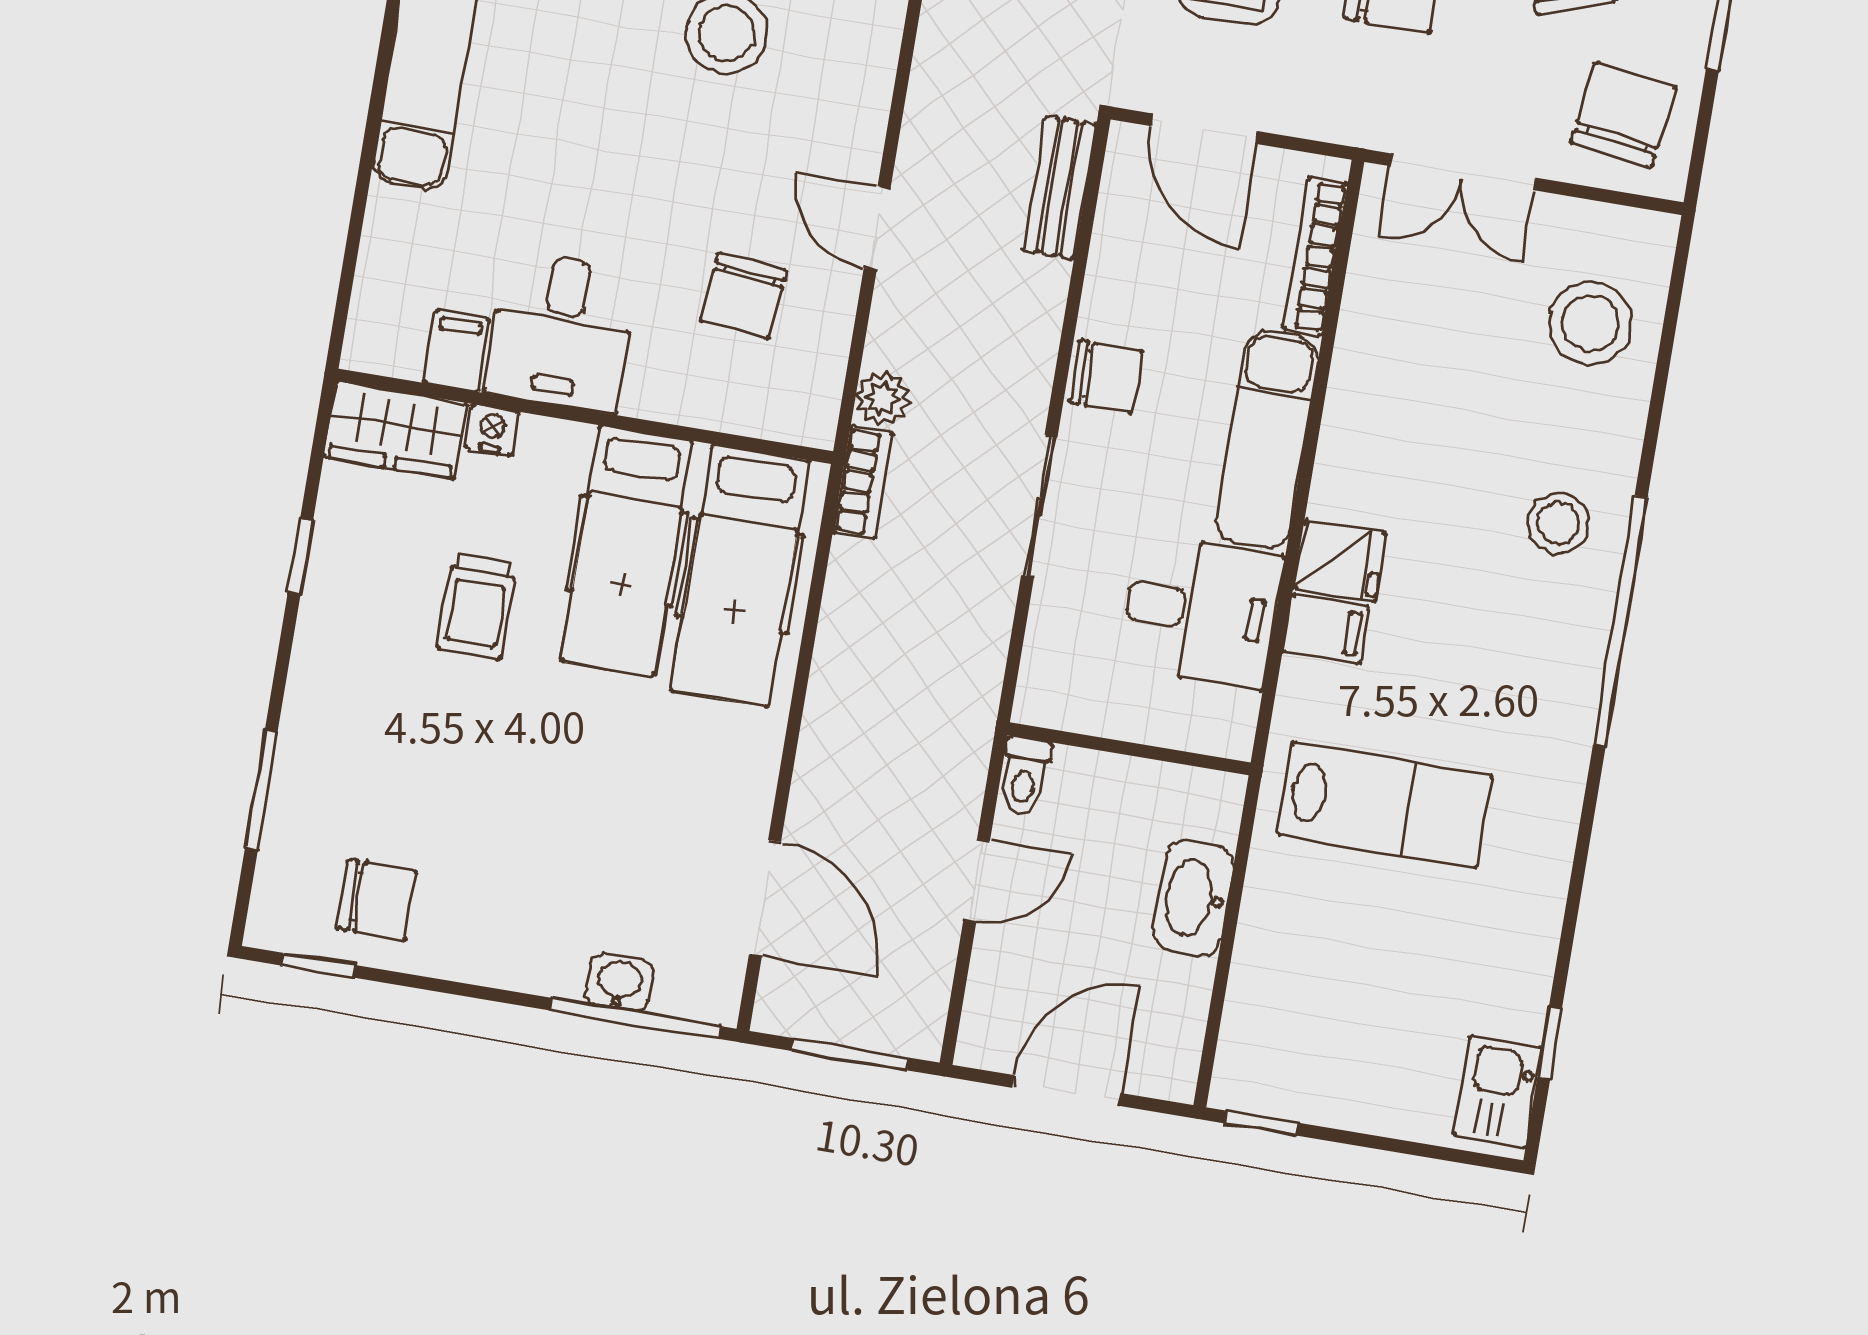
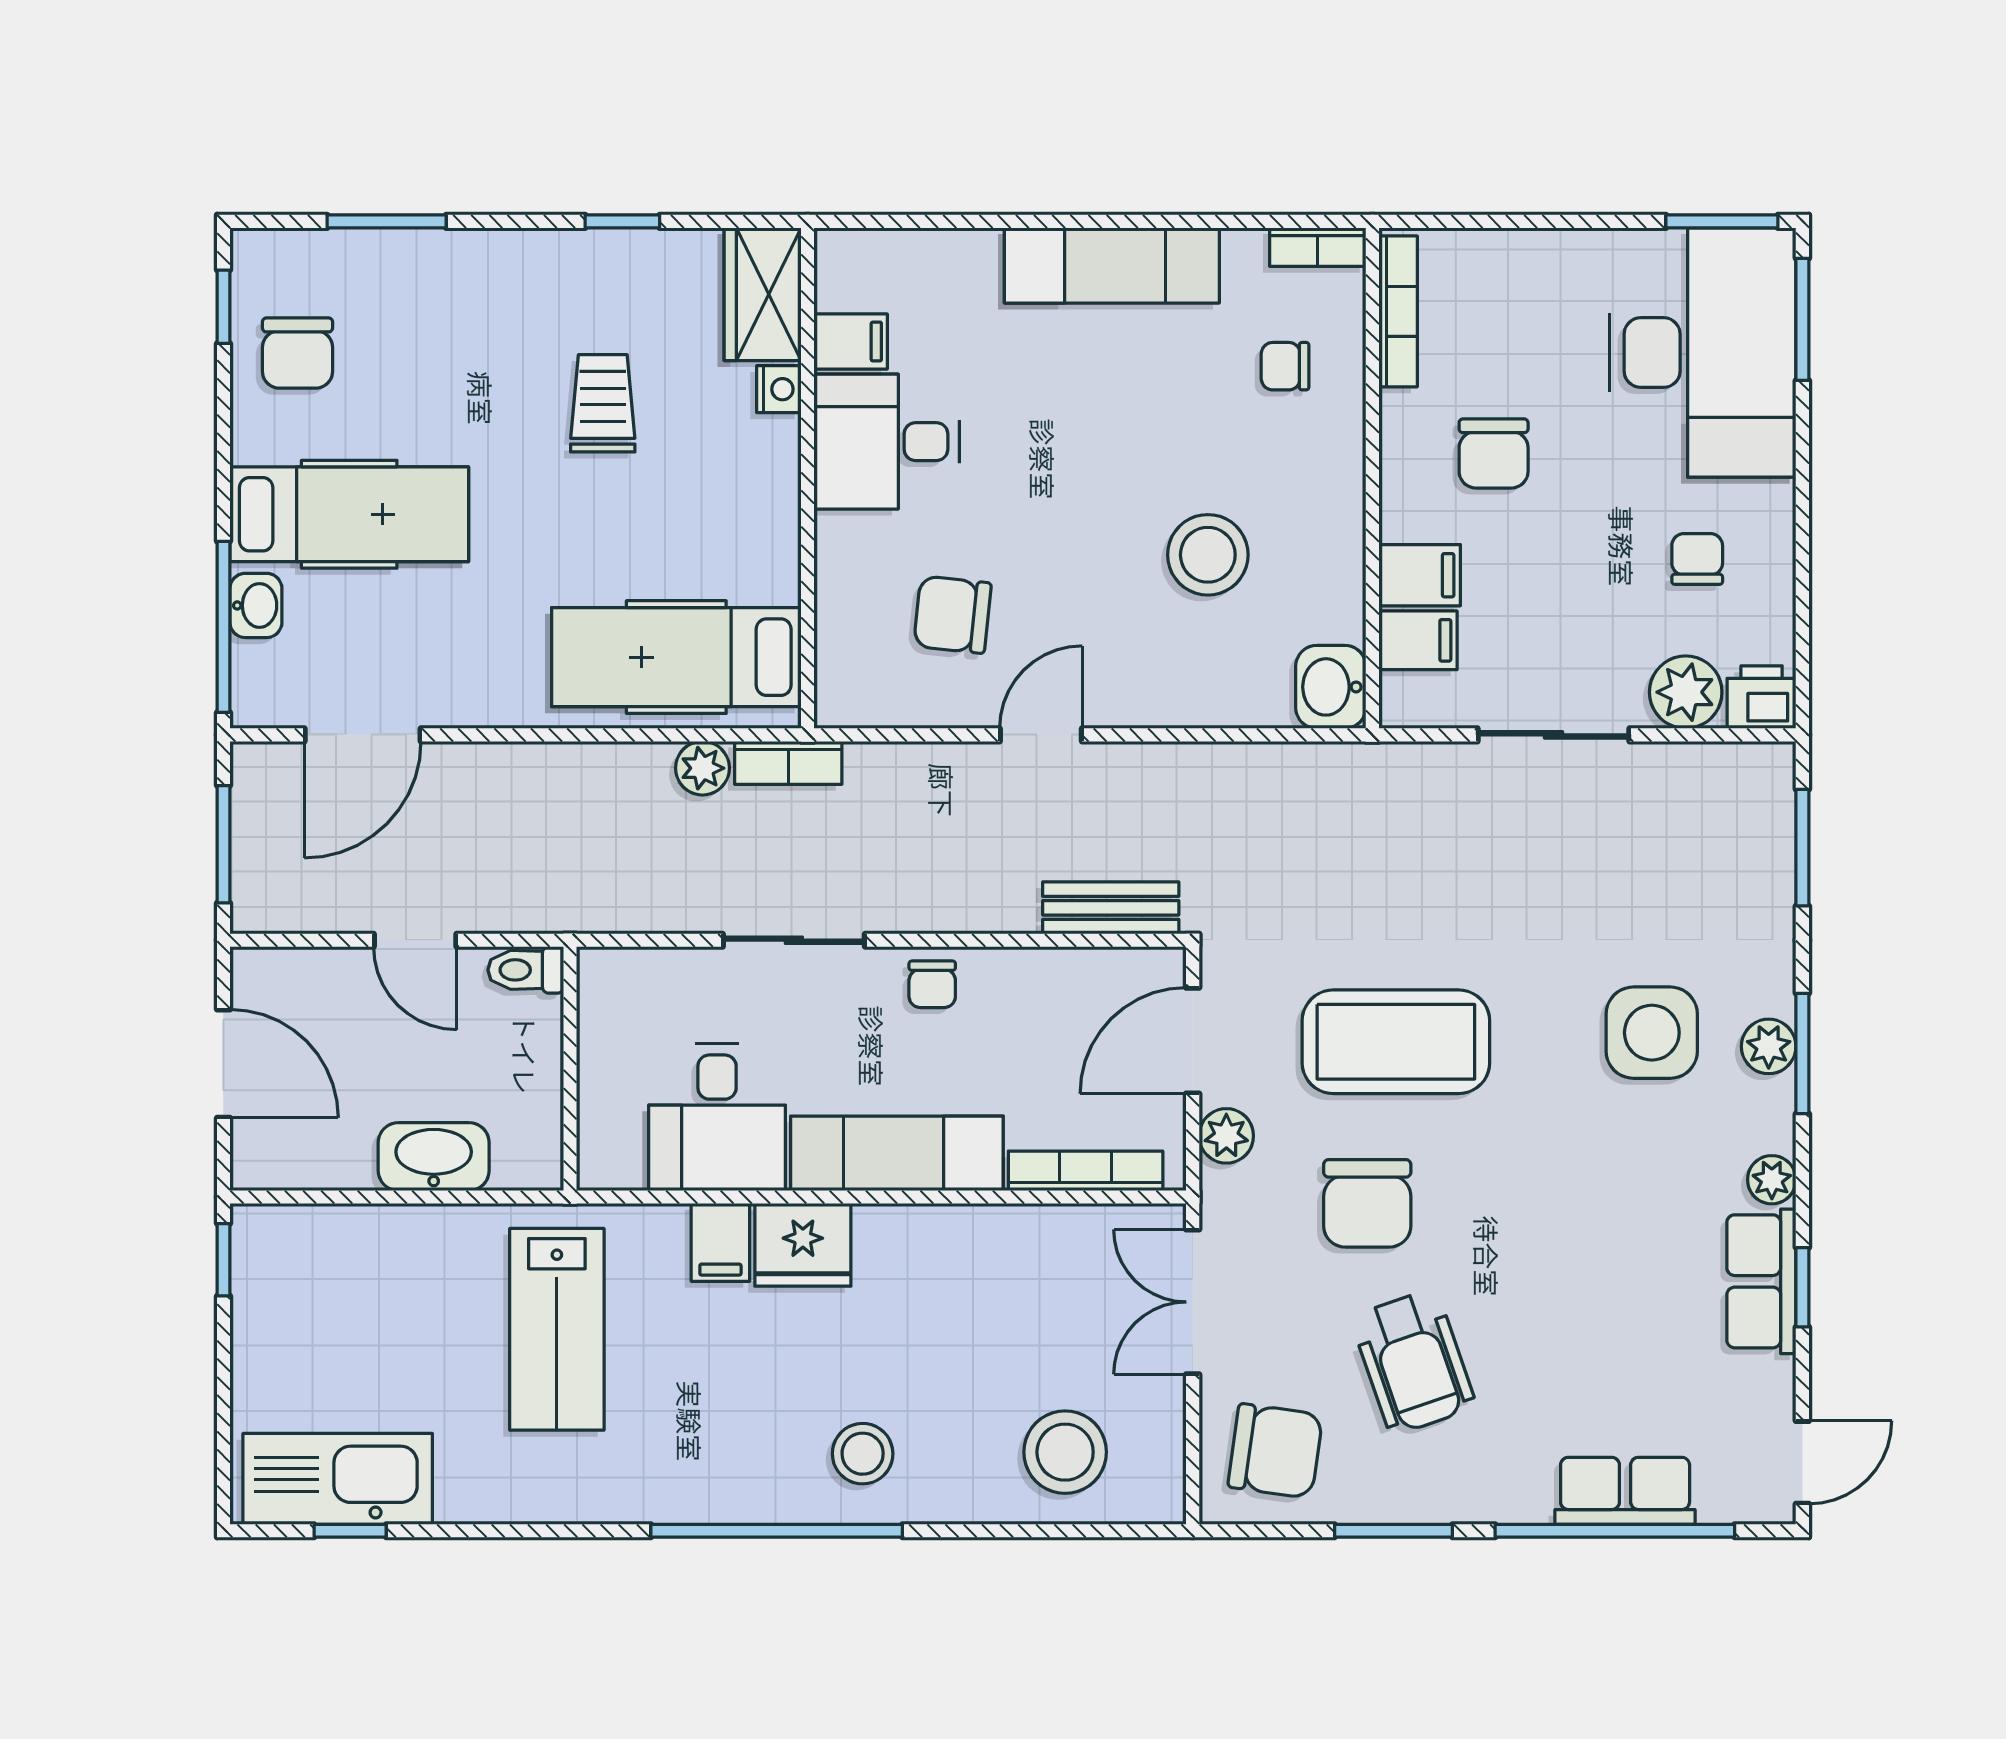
plant: (1304, 111) -> (1226, 1136), added
chair: (1106, 377) -> (932, 984), width x0.73, depth x0.73
plant: (882, 399) -> (702, 768), moved
hospital bed: (627, 551) -> (349, 514), moved, turned 180
fridge: (1340, 561) -> (803, 1245), width x1.38
trolley: (477, 606) -> (603, 403), turned 90
kitchen sink: (1498, 1091) -> (338, 1479), width x1.87, depth x1.24

